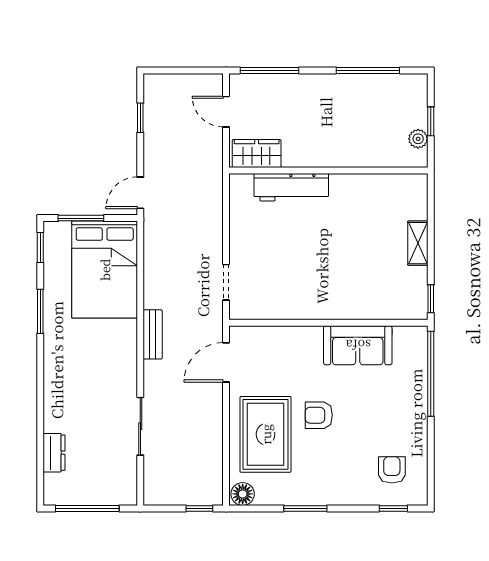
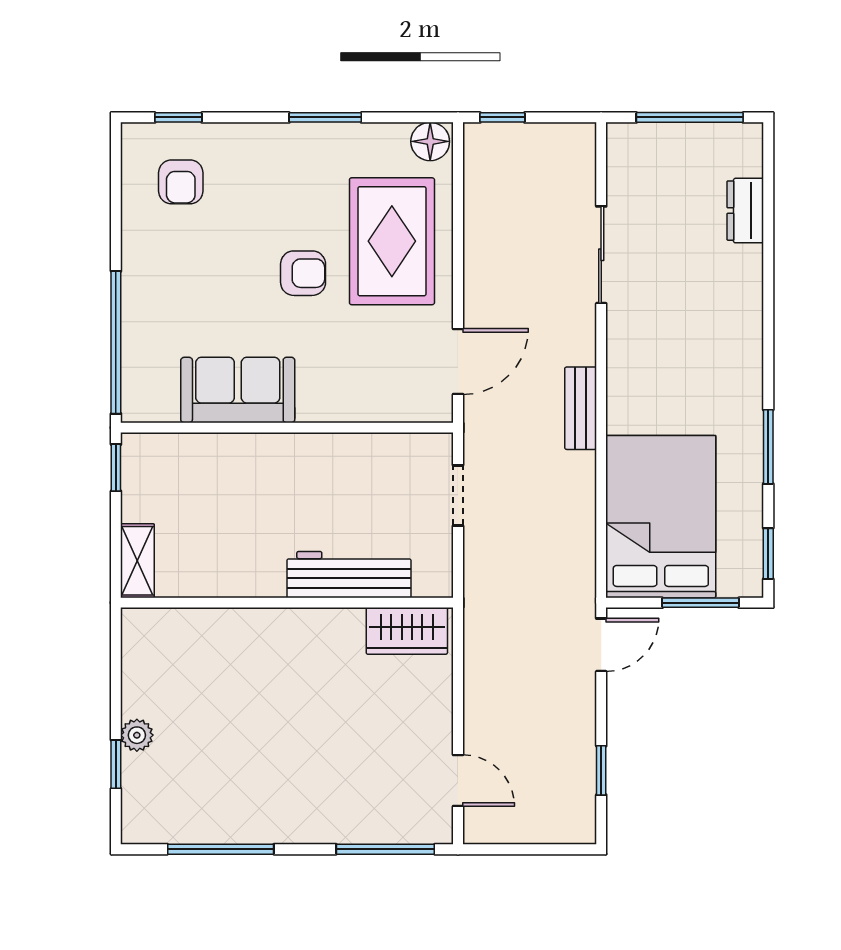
wardrobe: (257, 154) -> (407, 631), moved
wall: (328, 170) -> (287, 603), moved
workbench: (291, 187) -> (349, 575), moved

